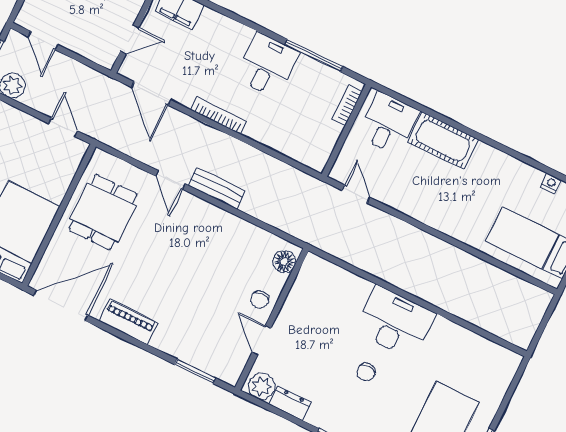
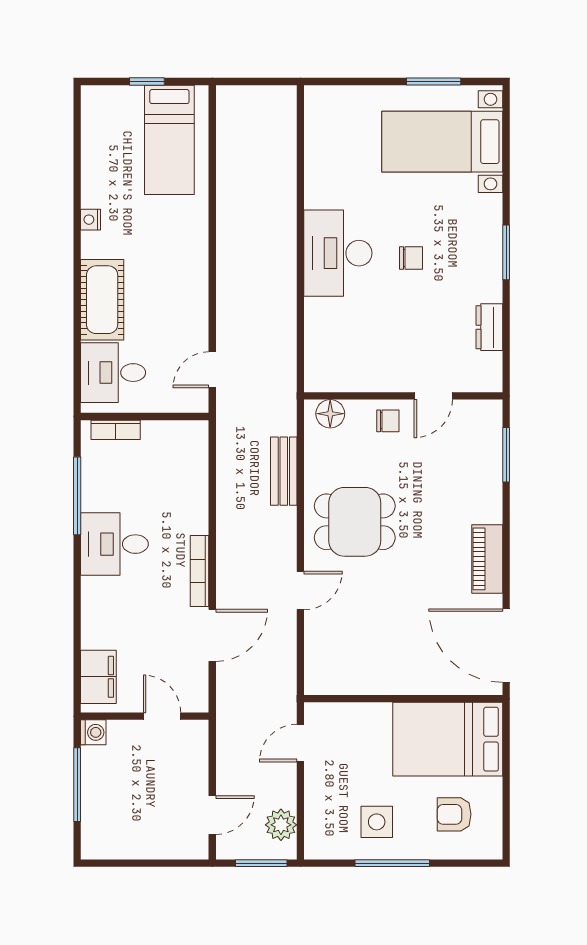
door: (151, 94) -> (212, 635), moved
nightstand: (551, 183) -> (91, 220), moved
bench: (217, 188) -> (284, 471), moved
dining table: (103, 212) -> (355, 522), moved
plant: (262, 386) -> (486, 370), removed

